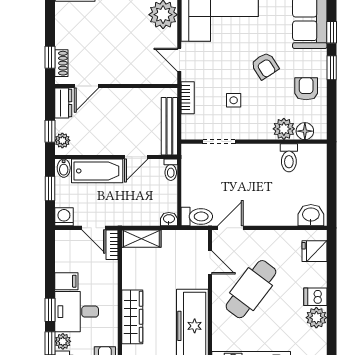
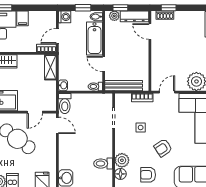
armchair: (306, 89) -> (148, 175), turned 180
dresser: (63, 103) -> (134, 16), width x1.44

